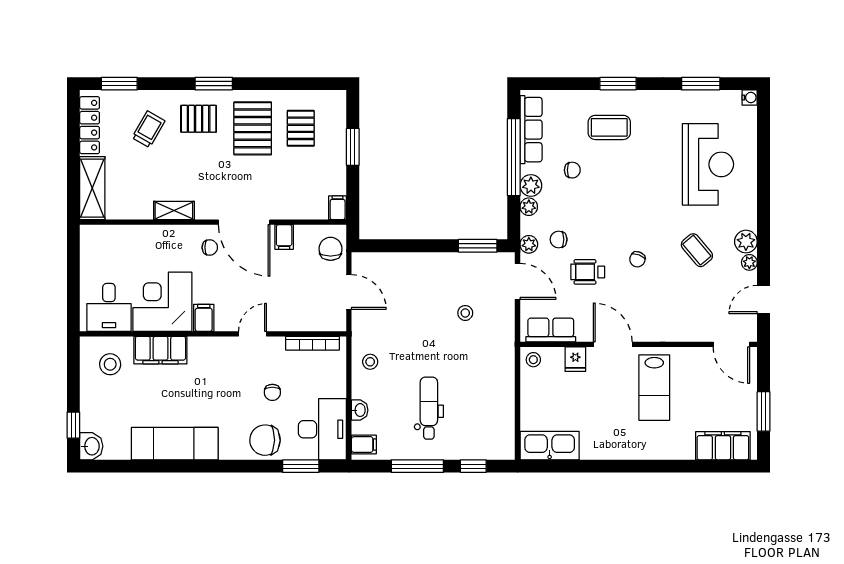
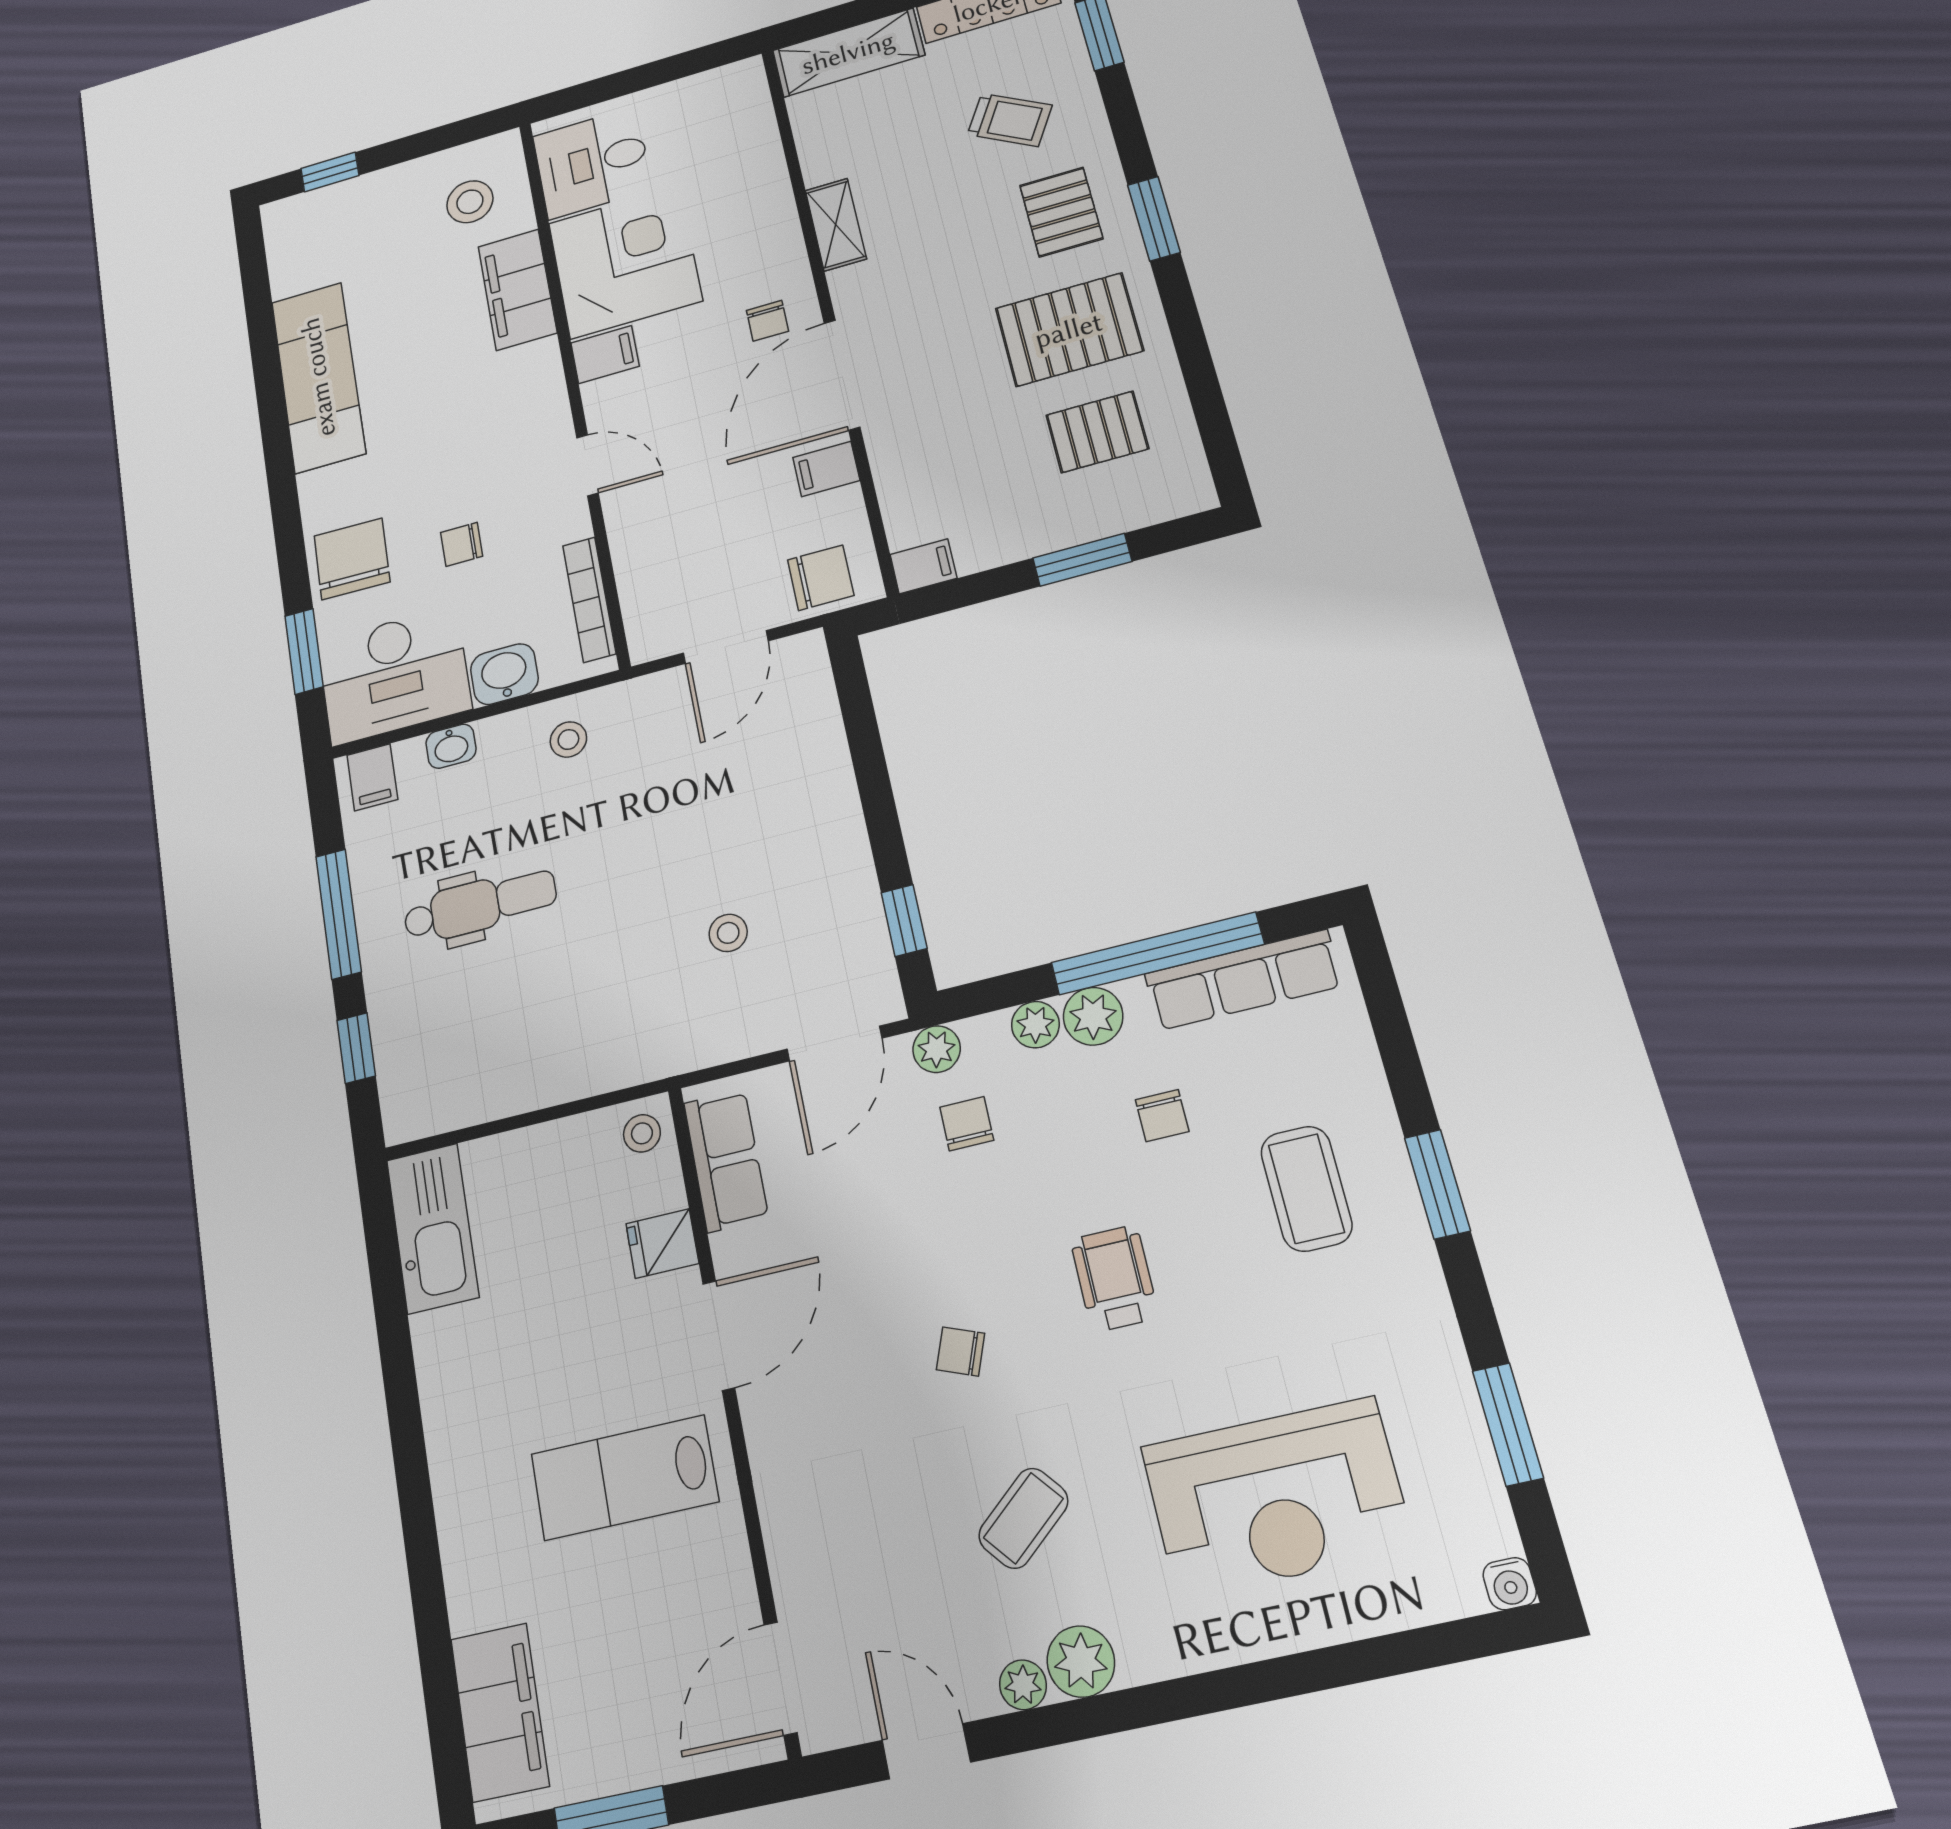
window: (478, 246) -> (904, 920), width x0.67
wheelchair: (588, 272) -> (1114, 1278), moved
washbasin: (91, 446) -> (504, 674), moved, turned 180

